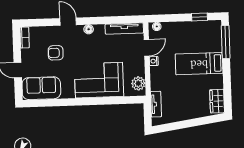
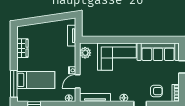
armchair: (56, 53) -> (156, 91), moved
bed: (199, 64) -> (36, 80), moved
sofa: (41, 88) -> (158, 52), width x1.36
wardrobe: (217, 101) -> (22, 48), moved

